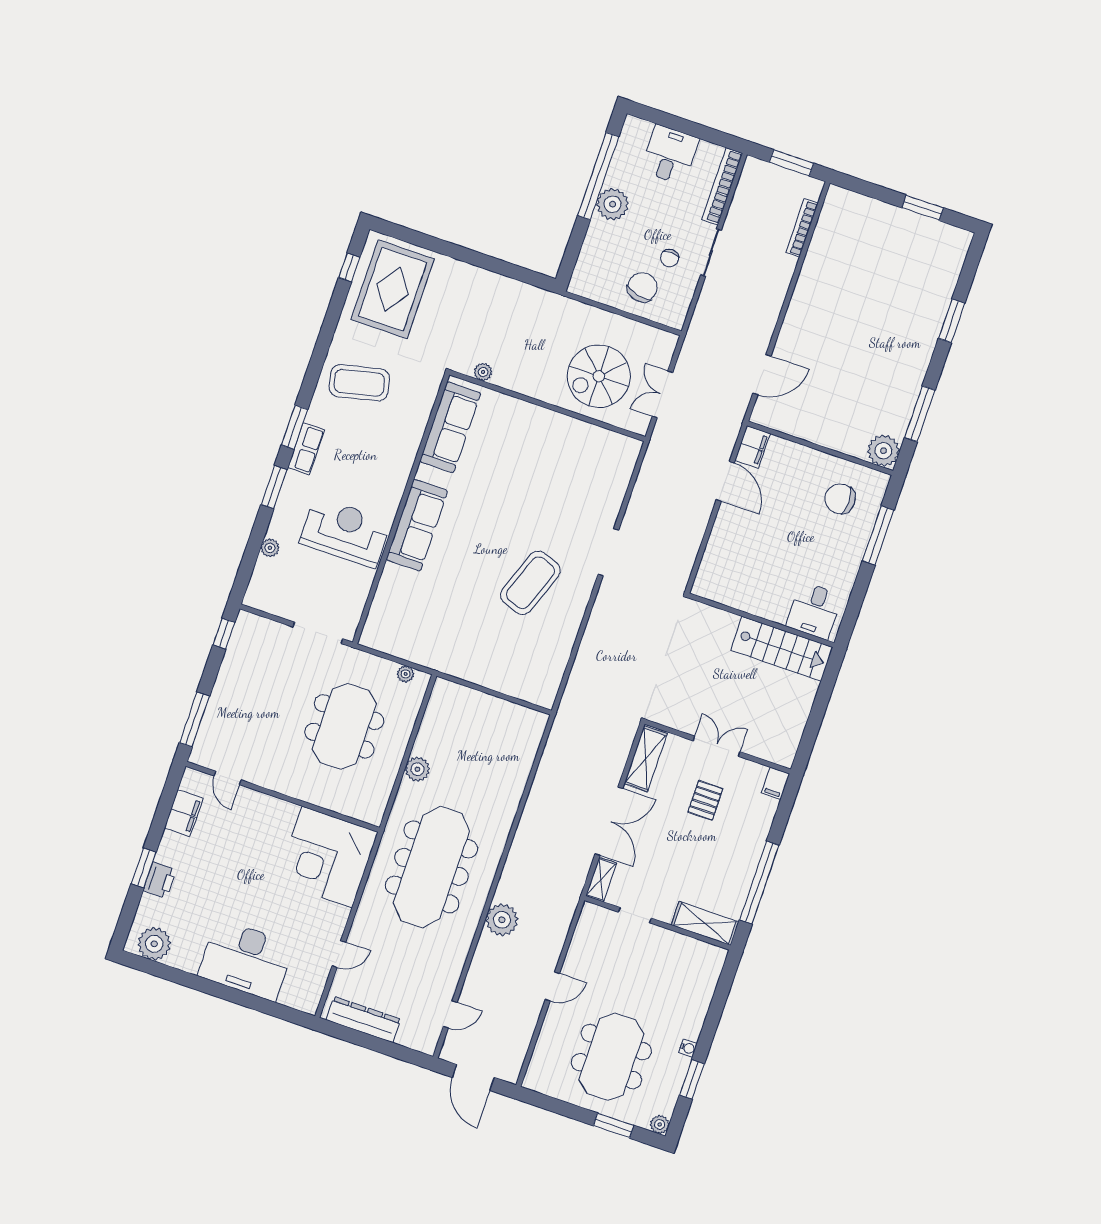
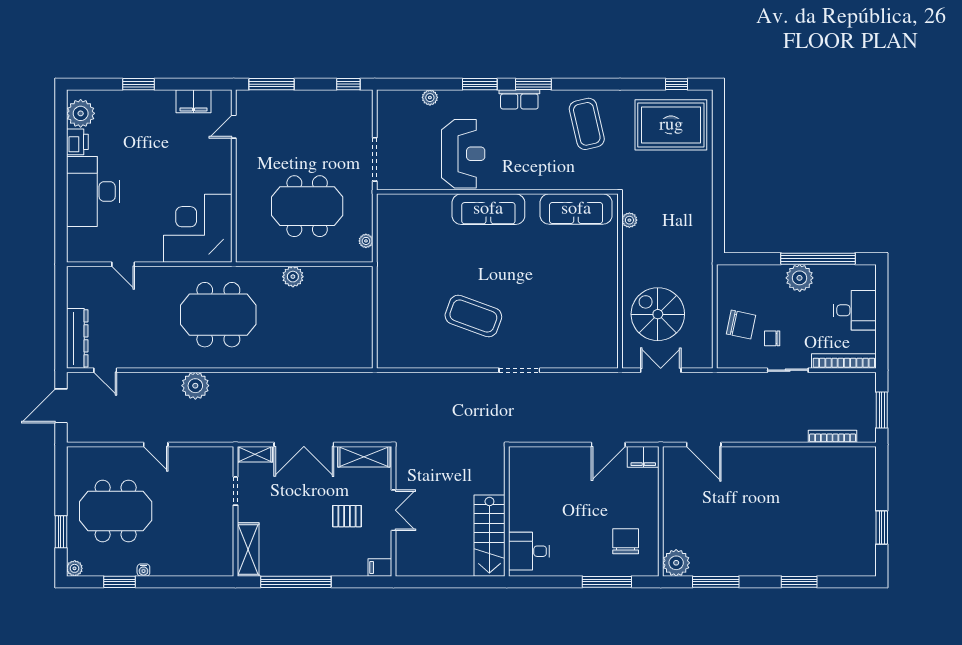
meeting table: (431, 867) -> (218, 315), width x0.73
printer: (160, 880) -> (77, 142), moved, turned -90
dresser: (363, 1020) -> (77, 338), moved

